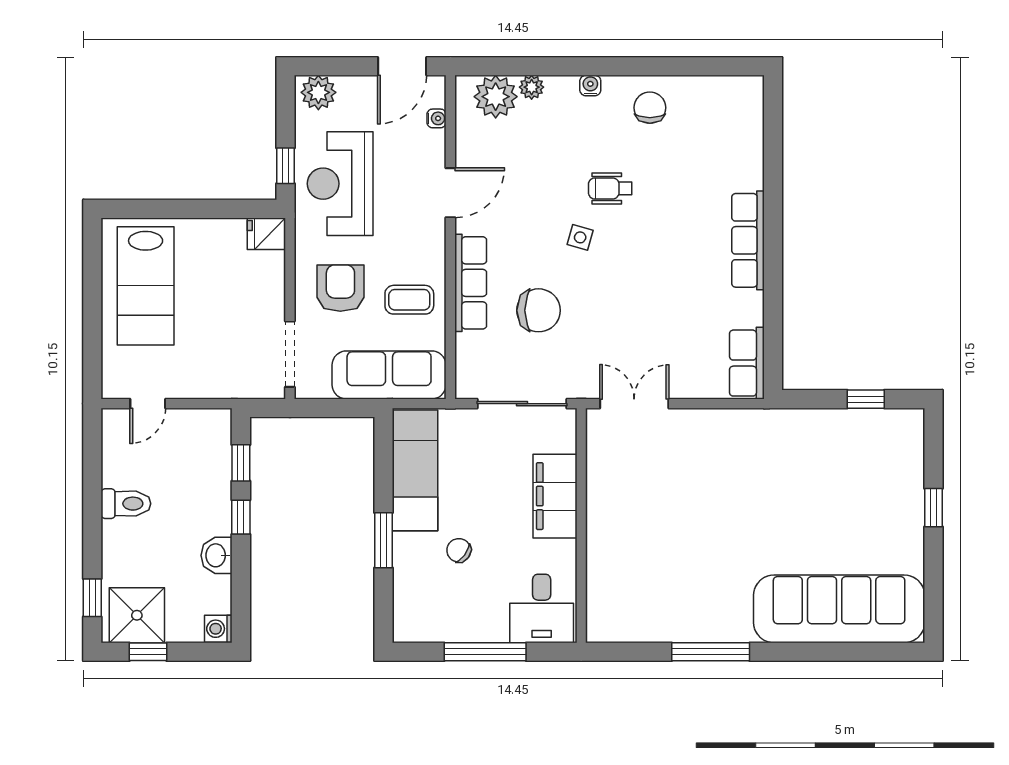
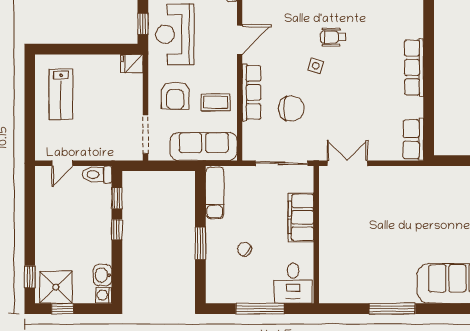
lab bench: (146, 286) -> (61, 94), width x0.73, depth x0.72
armchair: (340, 288) -> (175, 95), turned 180
exam couch: (415, 470) -> (215, 193), width x0.73, depth x0.69
toilet: (126, 504) -> (97, 175), moved, turned 180
washbasin: (217, 555) -> (103, 275), moved

